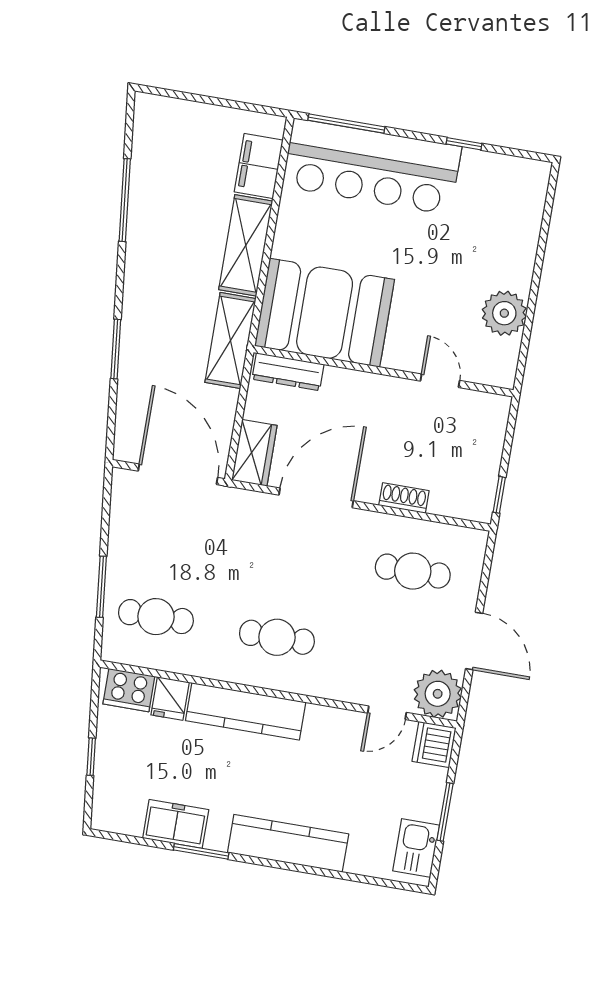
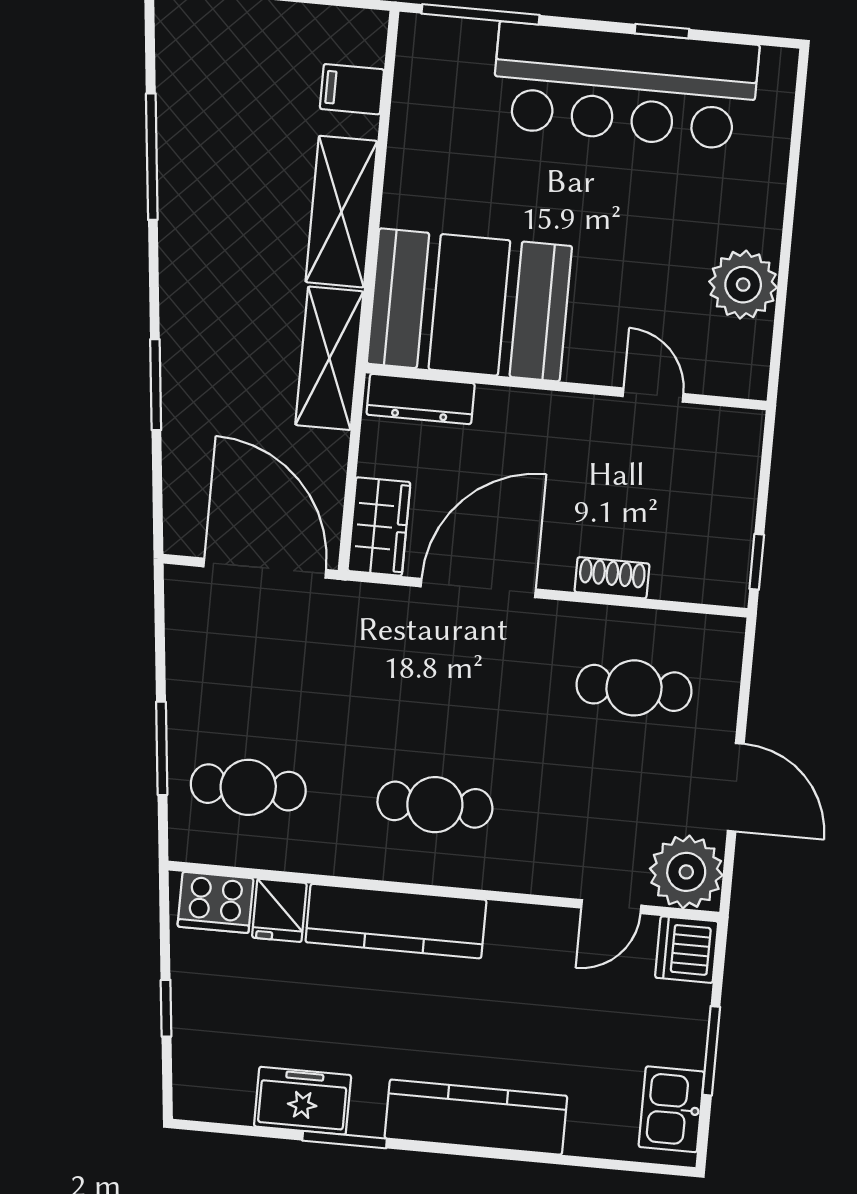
filing cabinet: (259, 166) -> (352, 89), width x0.50
bar counter: (372, 167) -> (625, 86), moved

